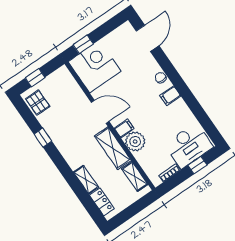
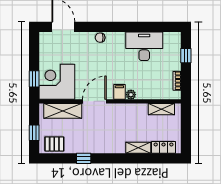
filing cabinet: (170, 96) -> (119, 40), removed
plant: (135, 141) -> (131, 95), width x0.53, depth x0.53
desk: (189, 146) -> (144, 46), moved, turned -90
shelving: (113, 148) -> (63, 111), moved

